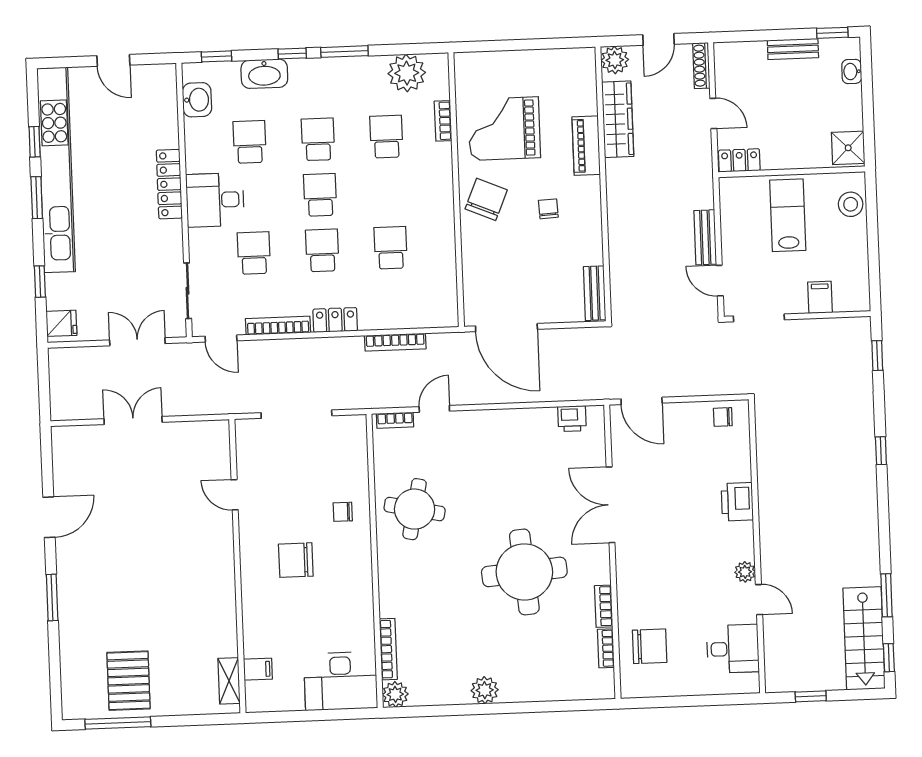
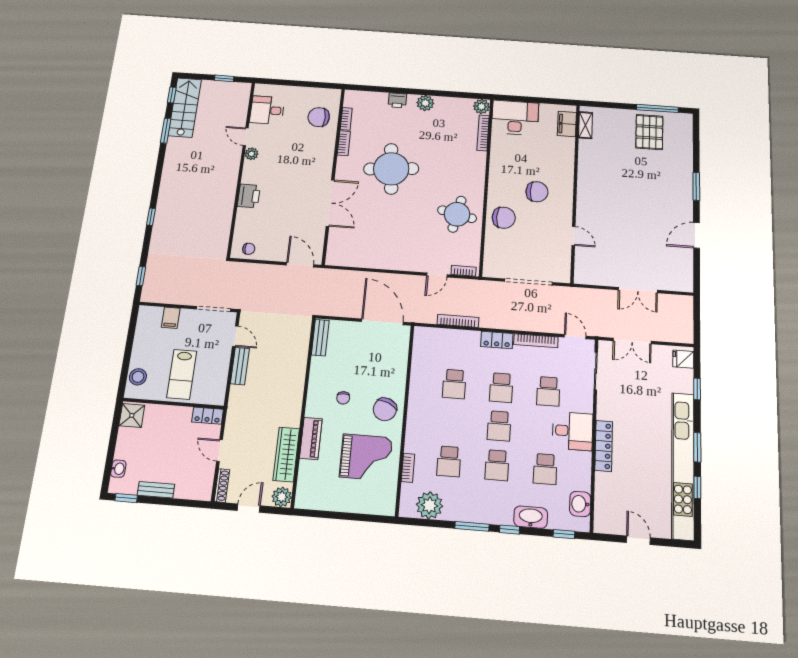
printer: (572, 419) -> (397, 100), moved, turned 180
chair: (343, 512) -> (504, 218), width x1.87, depth x1.87
filing cabinet: (258, 669) -> (567, 124), width x2.00

